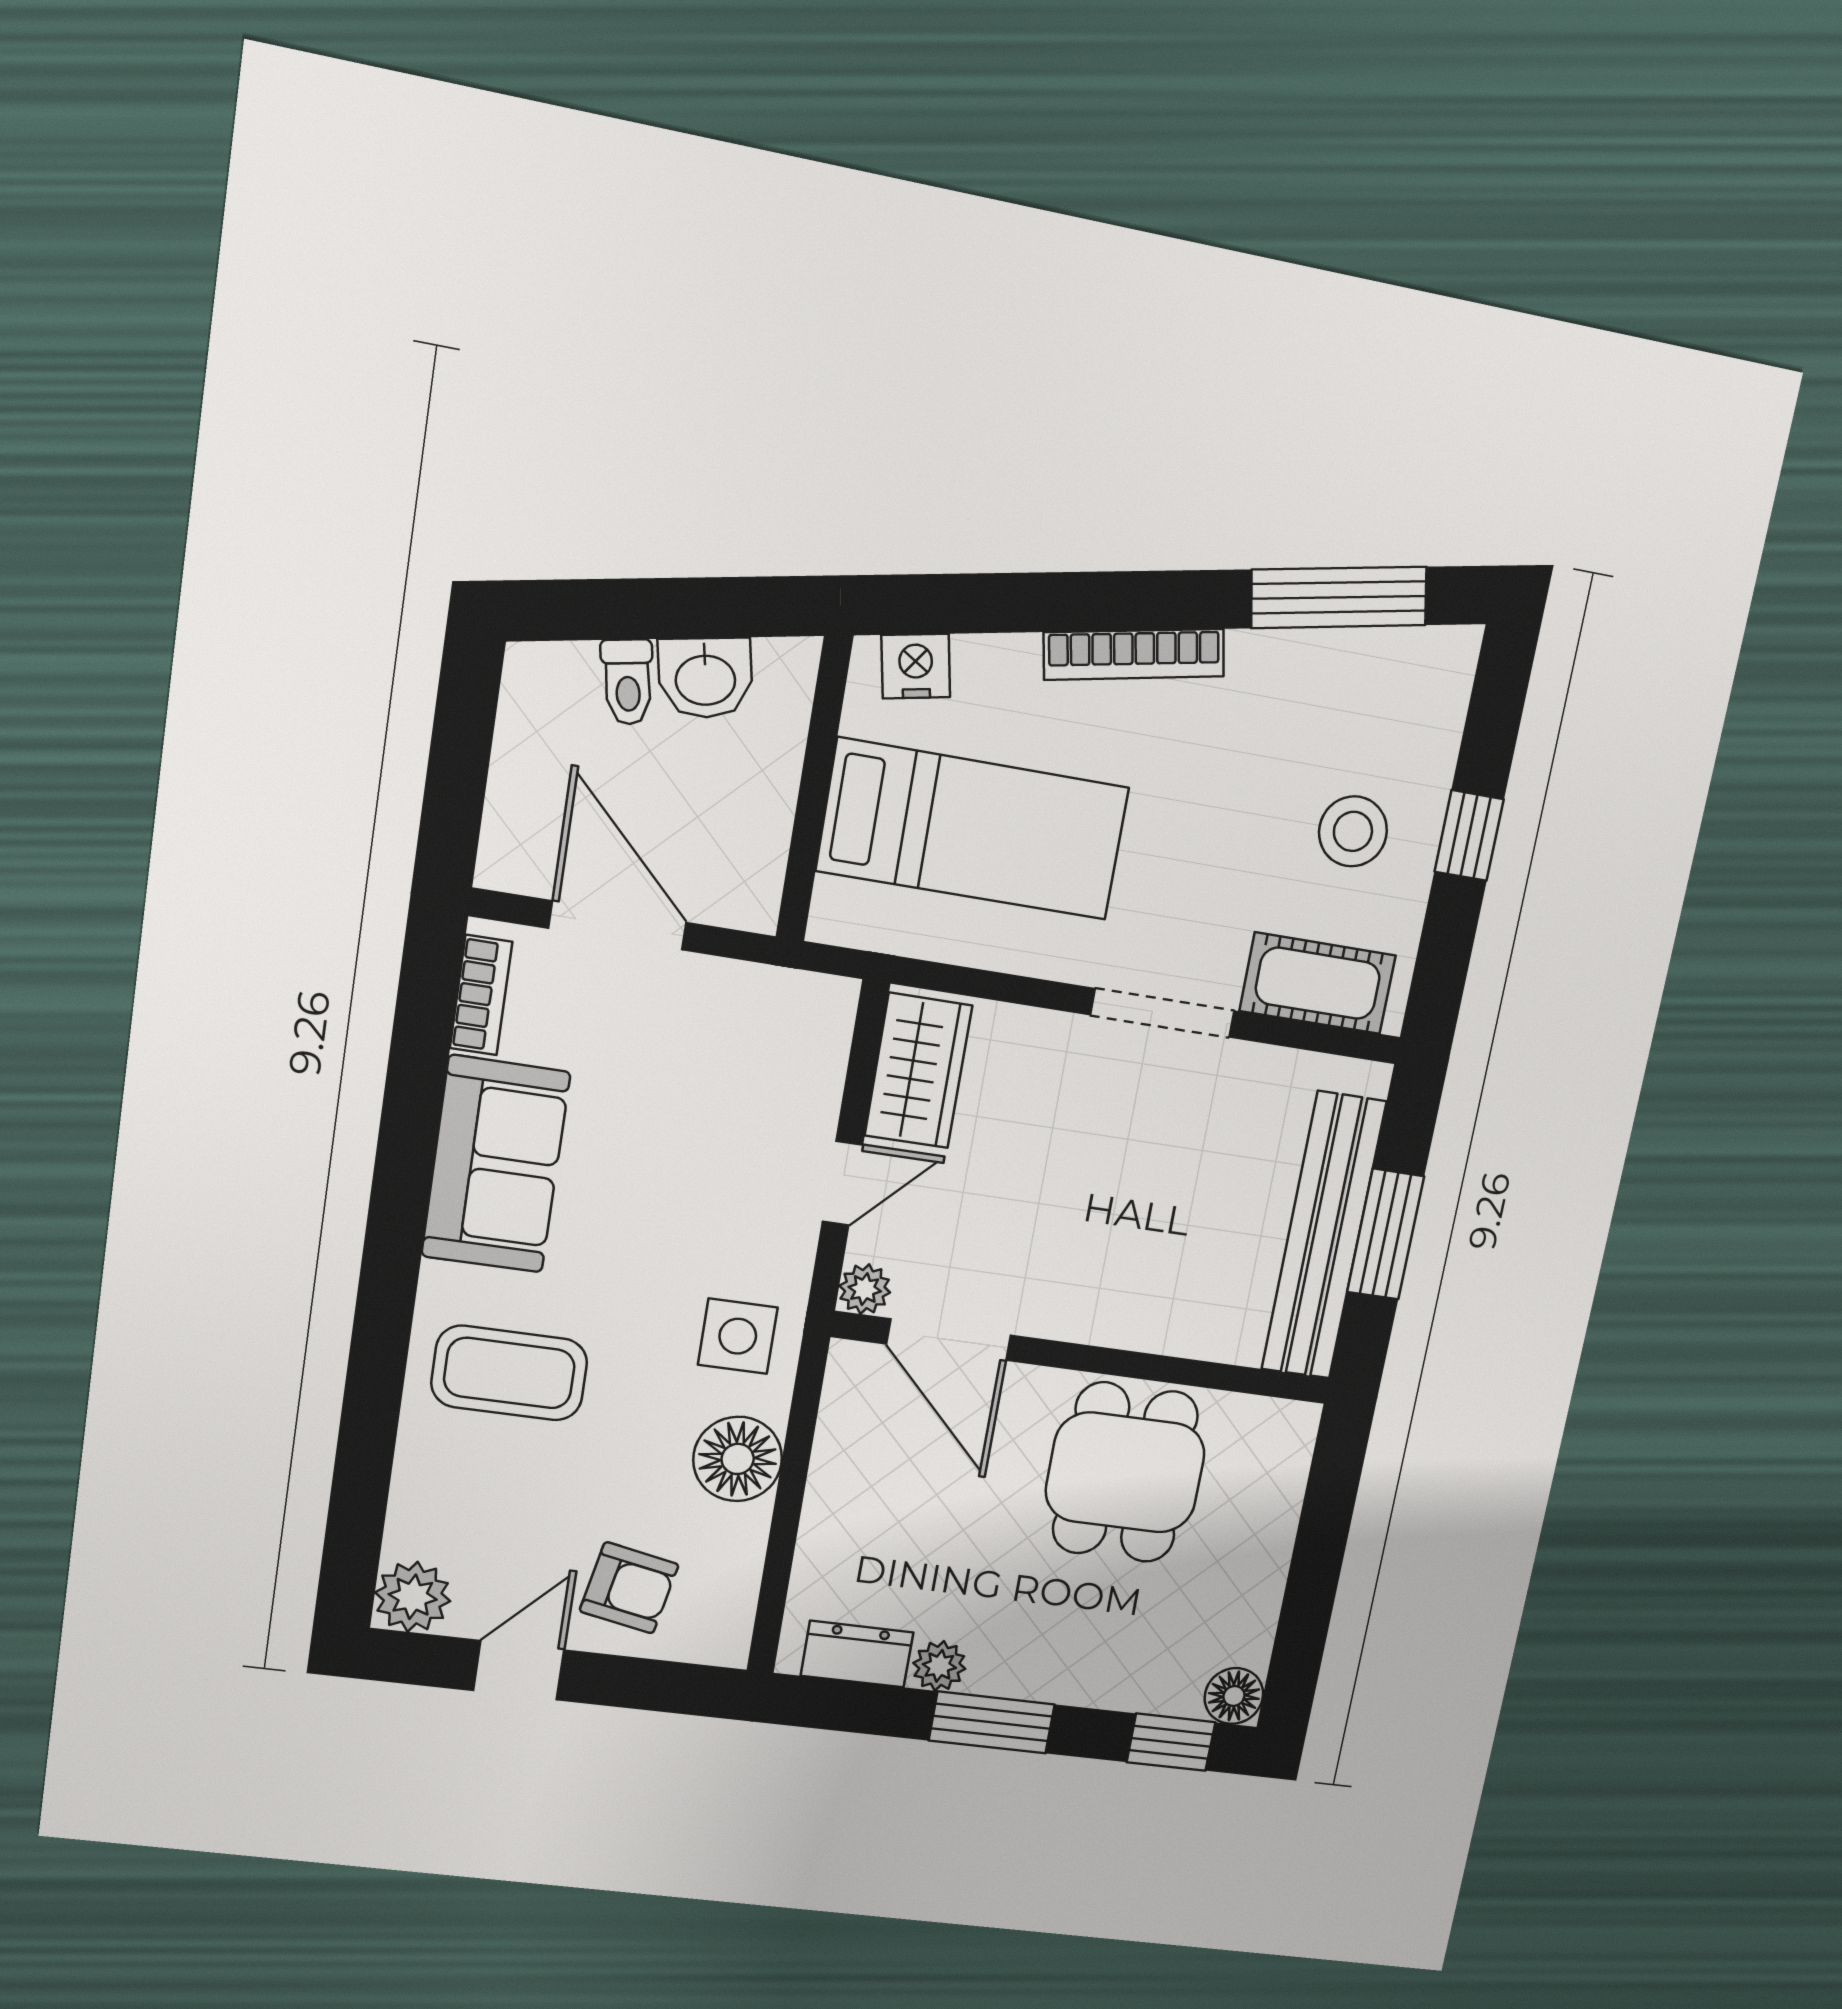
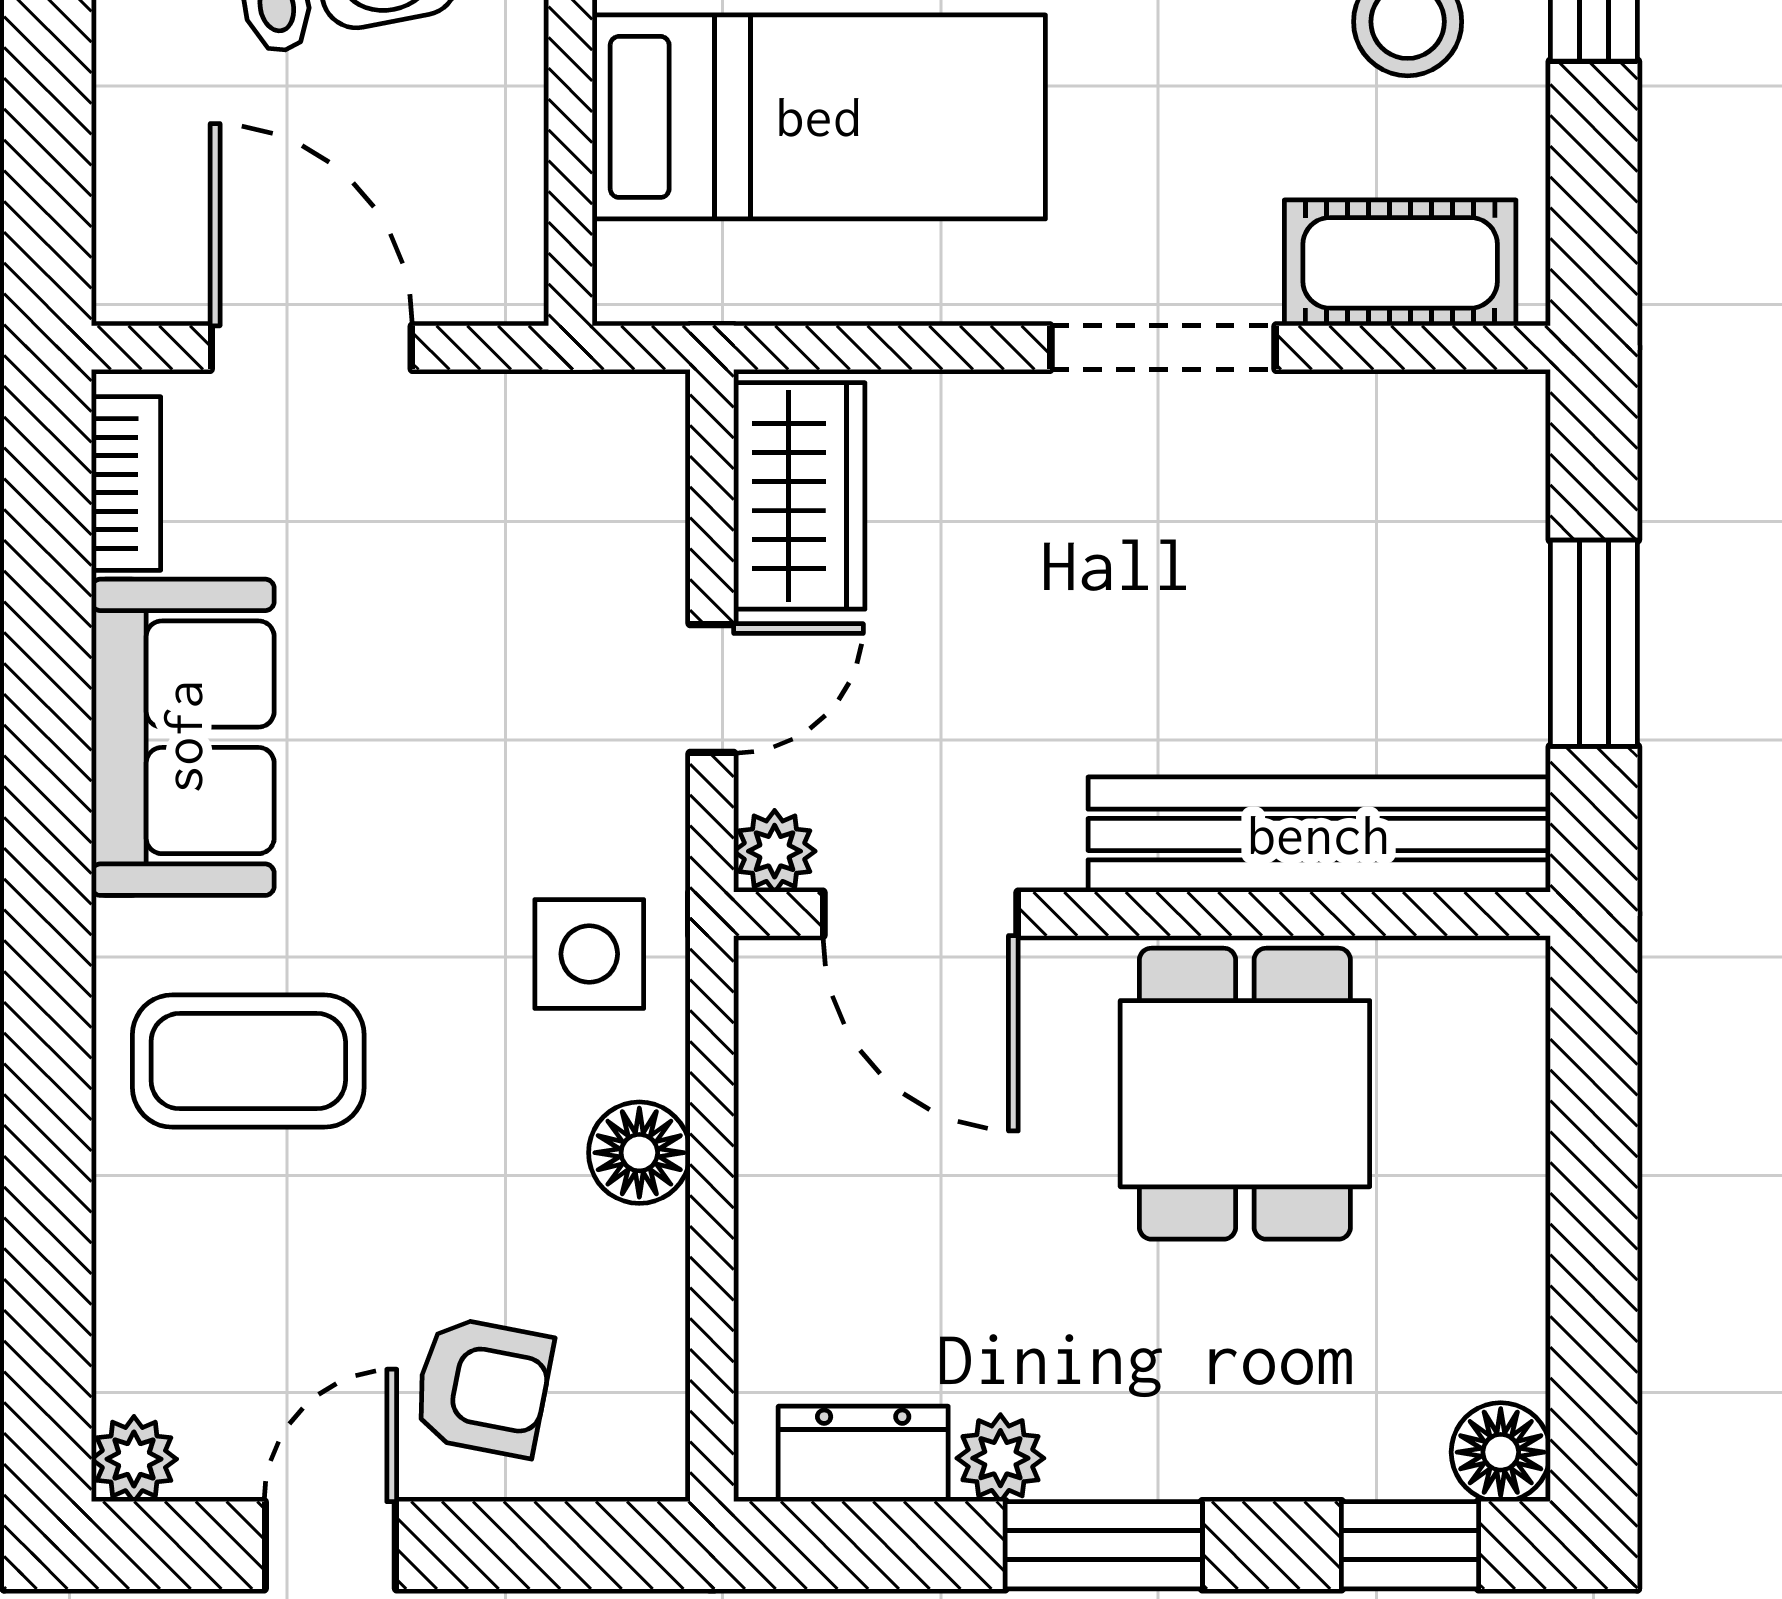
bench: (1324, 1236) -> (1319, 835), moved, turned 90
floor lamp: (738, 1459) -> (639, 1153), width x0.73, depth x0.73
plant: (413, 1597) -> (134, 1459), width x0.73, depth x0.73

